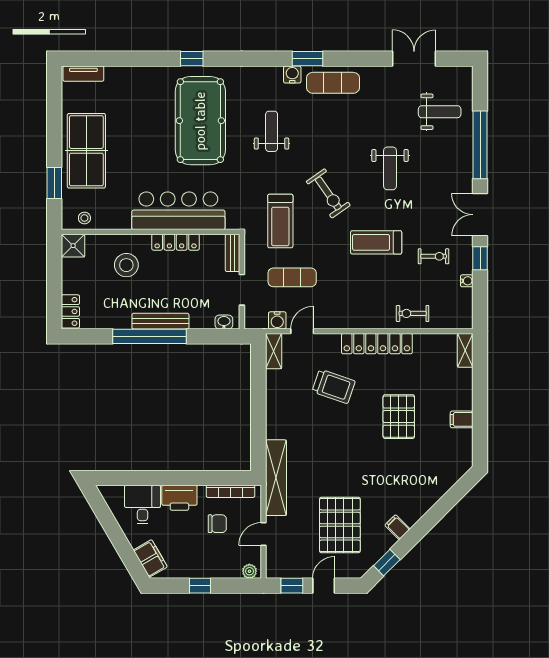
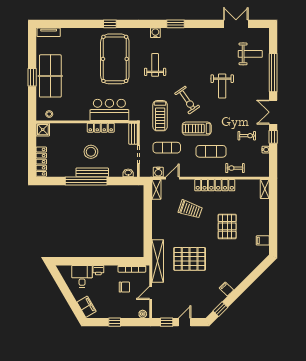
water cooler: (292, 75) -> (155, 33), moved
exercise mat: (333, 83) -> (211, 151), moved
window: (54, 183) -> (32, 77), moved
bar counter: (178, 211) -> (109, 110), width x0.73
treadmill: (376, 242) -> (197, 129), moved
stool: (126, 265) -> (91, 152), moved
locker: (70, 311) -> (41, 162), width x1.53
filing cabinet: (462, 419) -> (263, 240), moved
printer: (179, 498) -> (98, 270), width x0.53, depth x0.68
pallet: (340, 525) -> (190, 259), moved, turned 90

